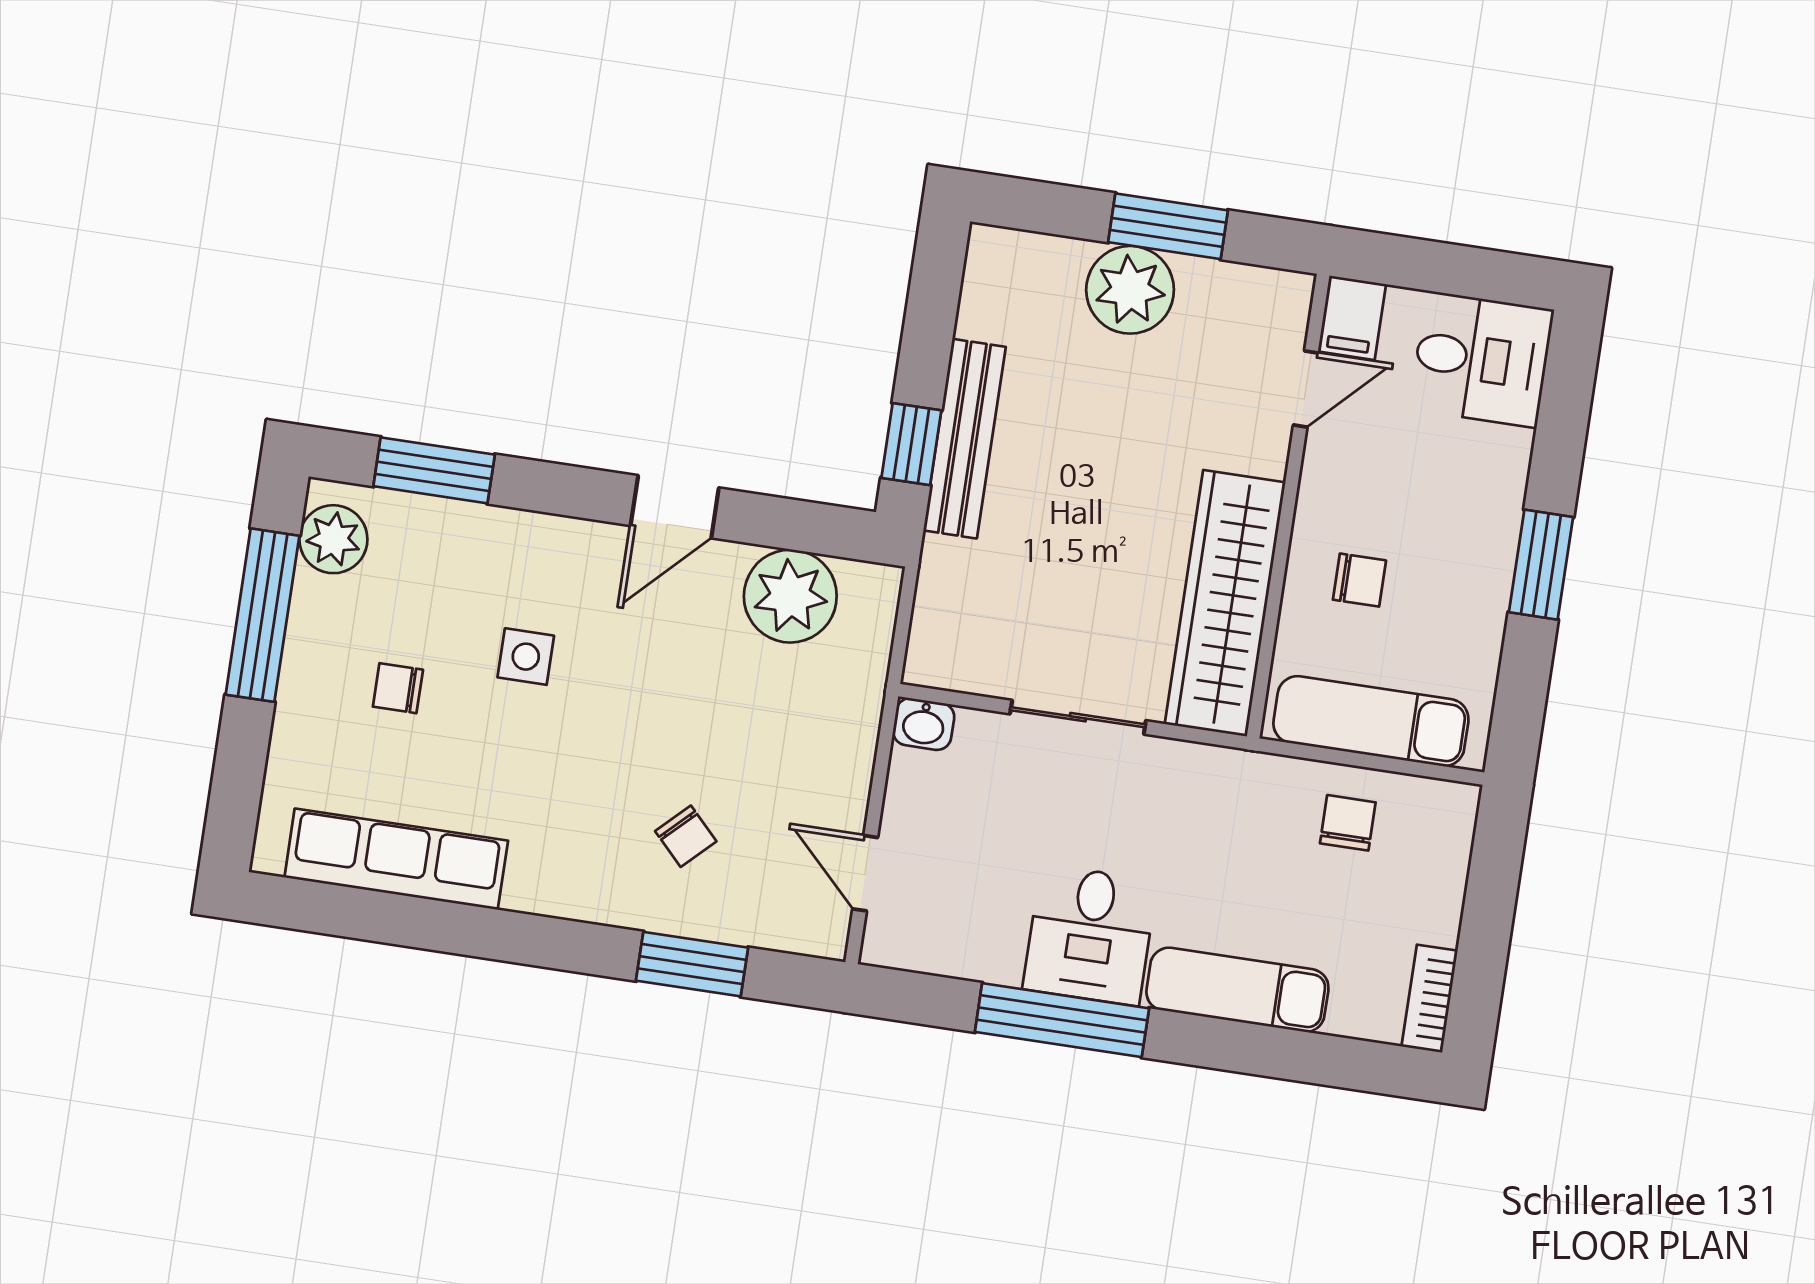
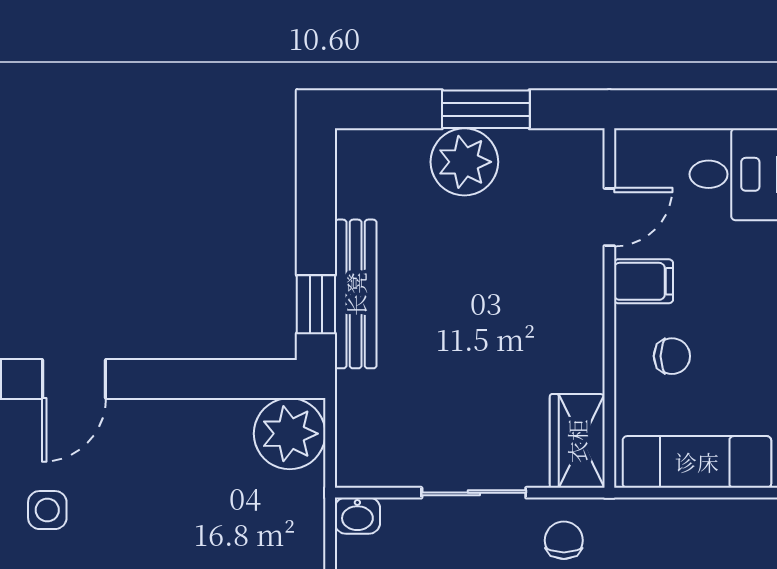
filing cabinet: (1352, 318) -> (643, 281), moved, turned -90
door: (675, 507) -> (74, 379), moved
plant: (790, 596) -> (290, 434), moved
wardrobe: (1225, 603) -> (577, 441), width x0.48, depth x0.85
chair: (1348, 823) -> (564, 540), moved

